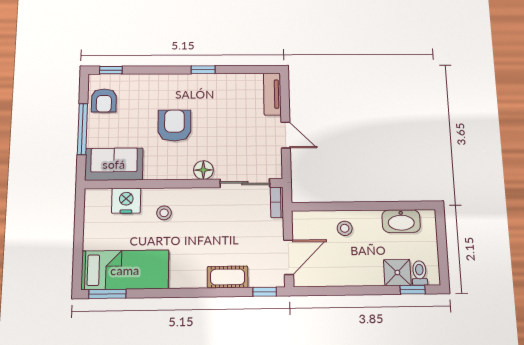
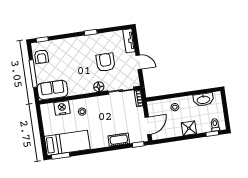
armchair: (174, 125) -> (105, 62), moved
shower: (397, 273) -> (189, 128), moved

